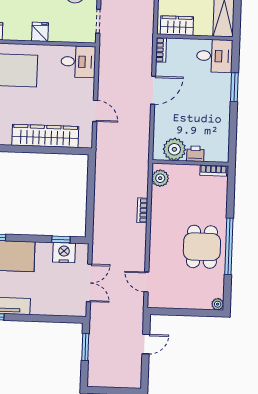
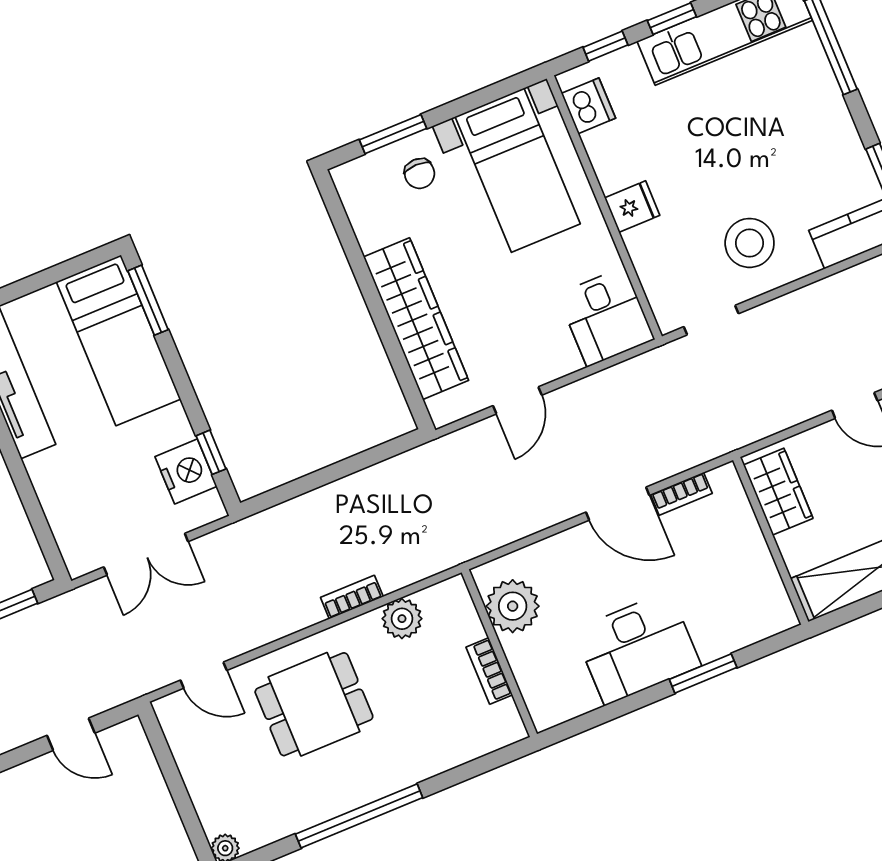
bookcase: (161, 50) -> (681, 494), moved
desk: (215, 56) -> (637, 648), moved, width x1.37
printer: (195, 154) -> (524, 655), removed
bookcase: (213, 171) -> (489, 671), moved
plant: (160, 178) -> (402, 619), moved
dining table: (202, 247) -> (314, 704), moved
door: (146, 282) -> (204, 675), swing flipped

